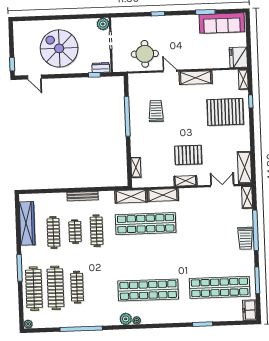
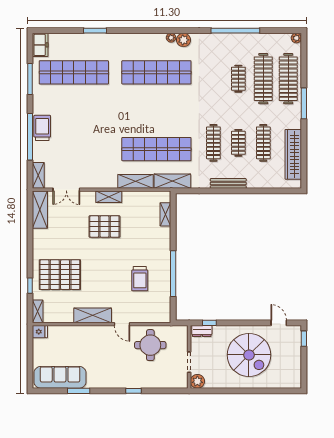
fridge: (238, 57) -> (40, 332), width x0.53, depth x0.75
clothes rail: (77, 287) -> (238, 79), width x0.73

